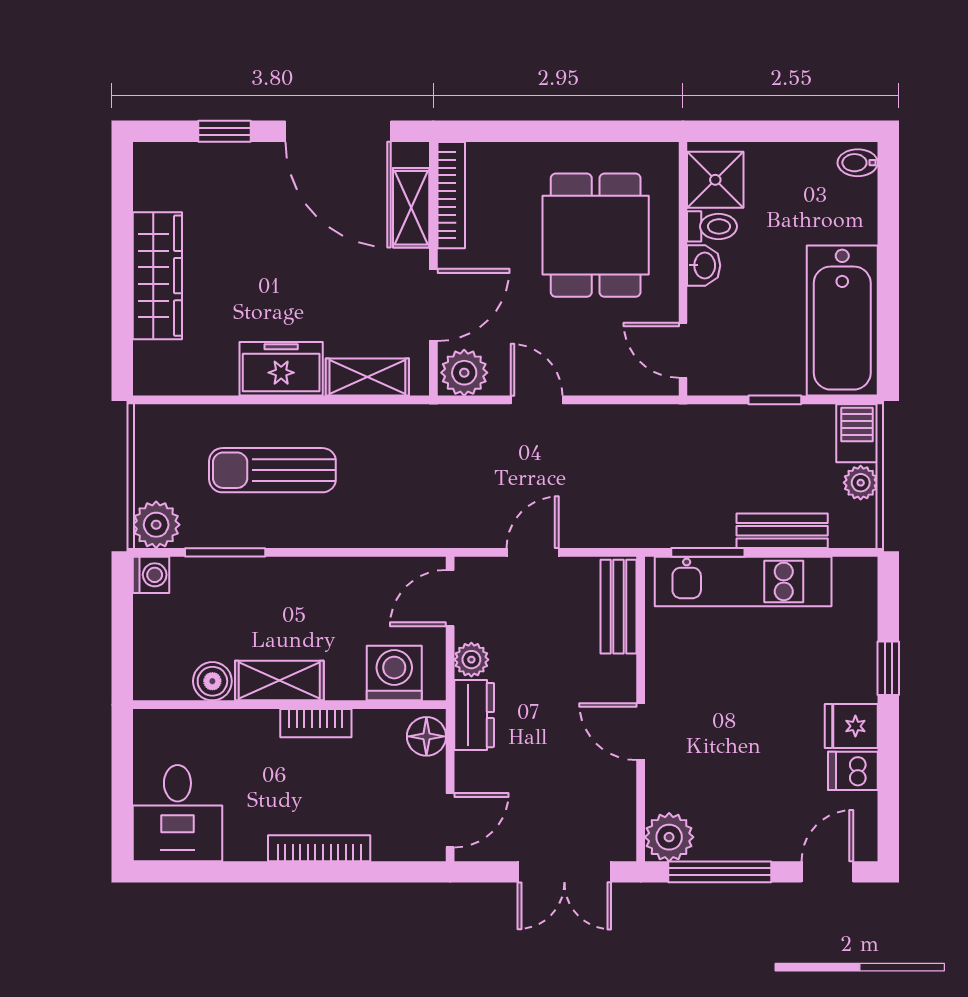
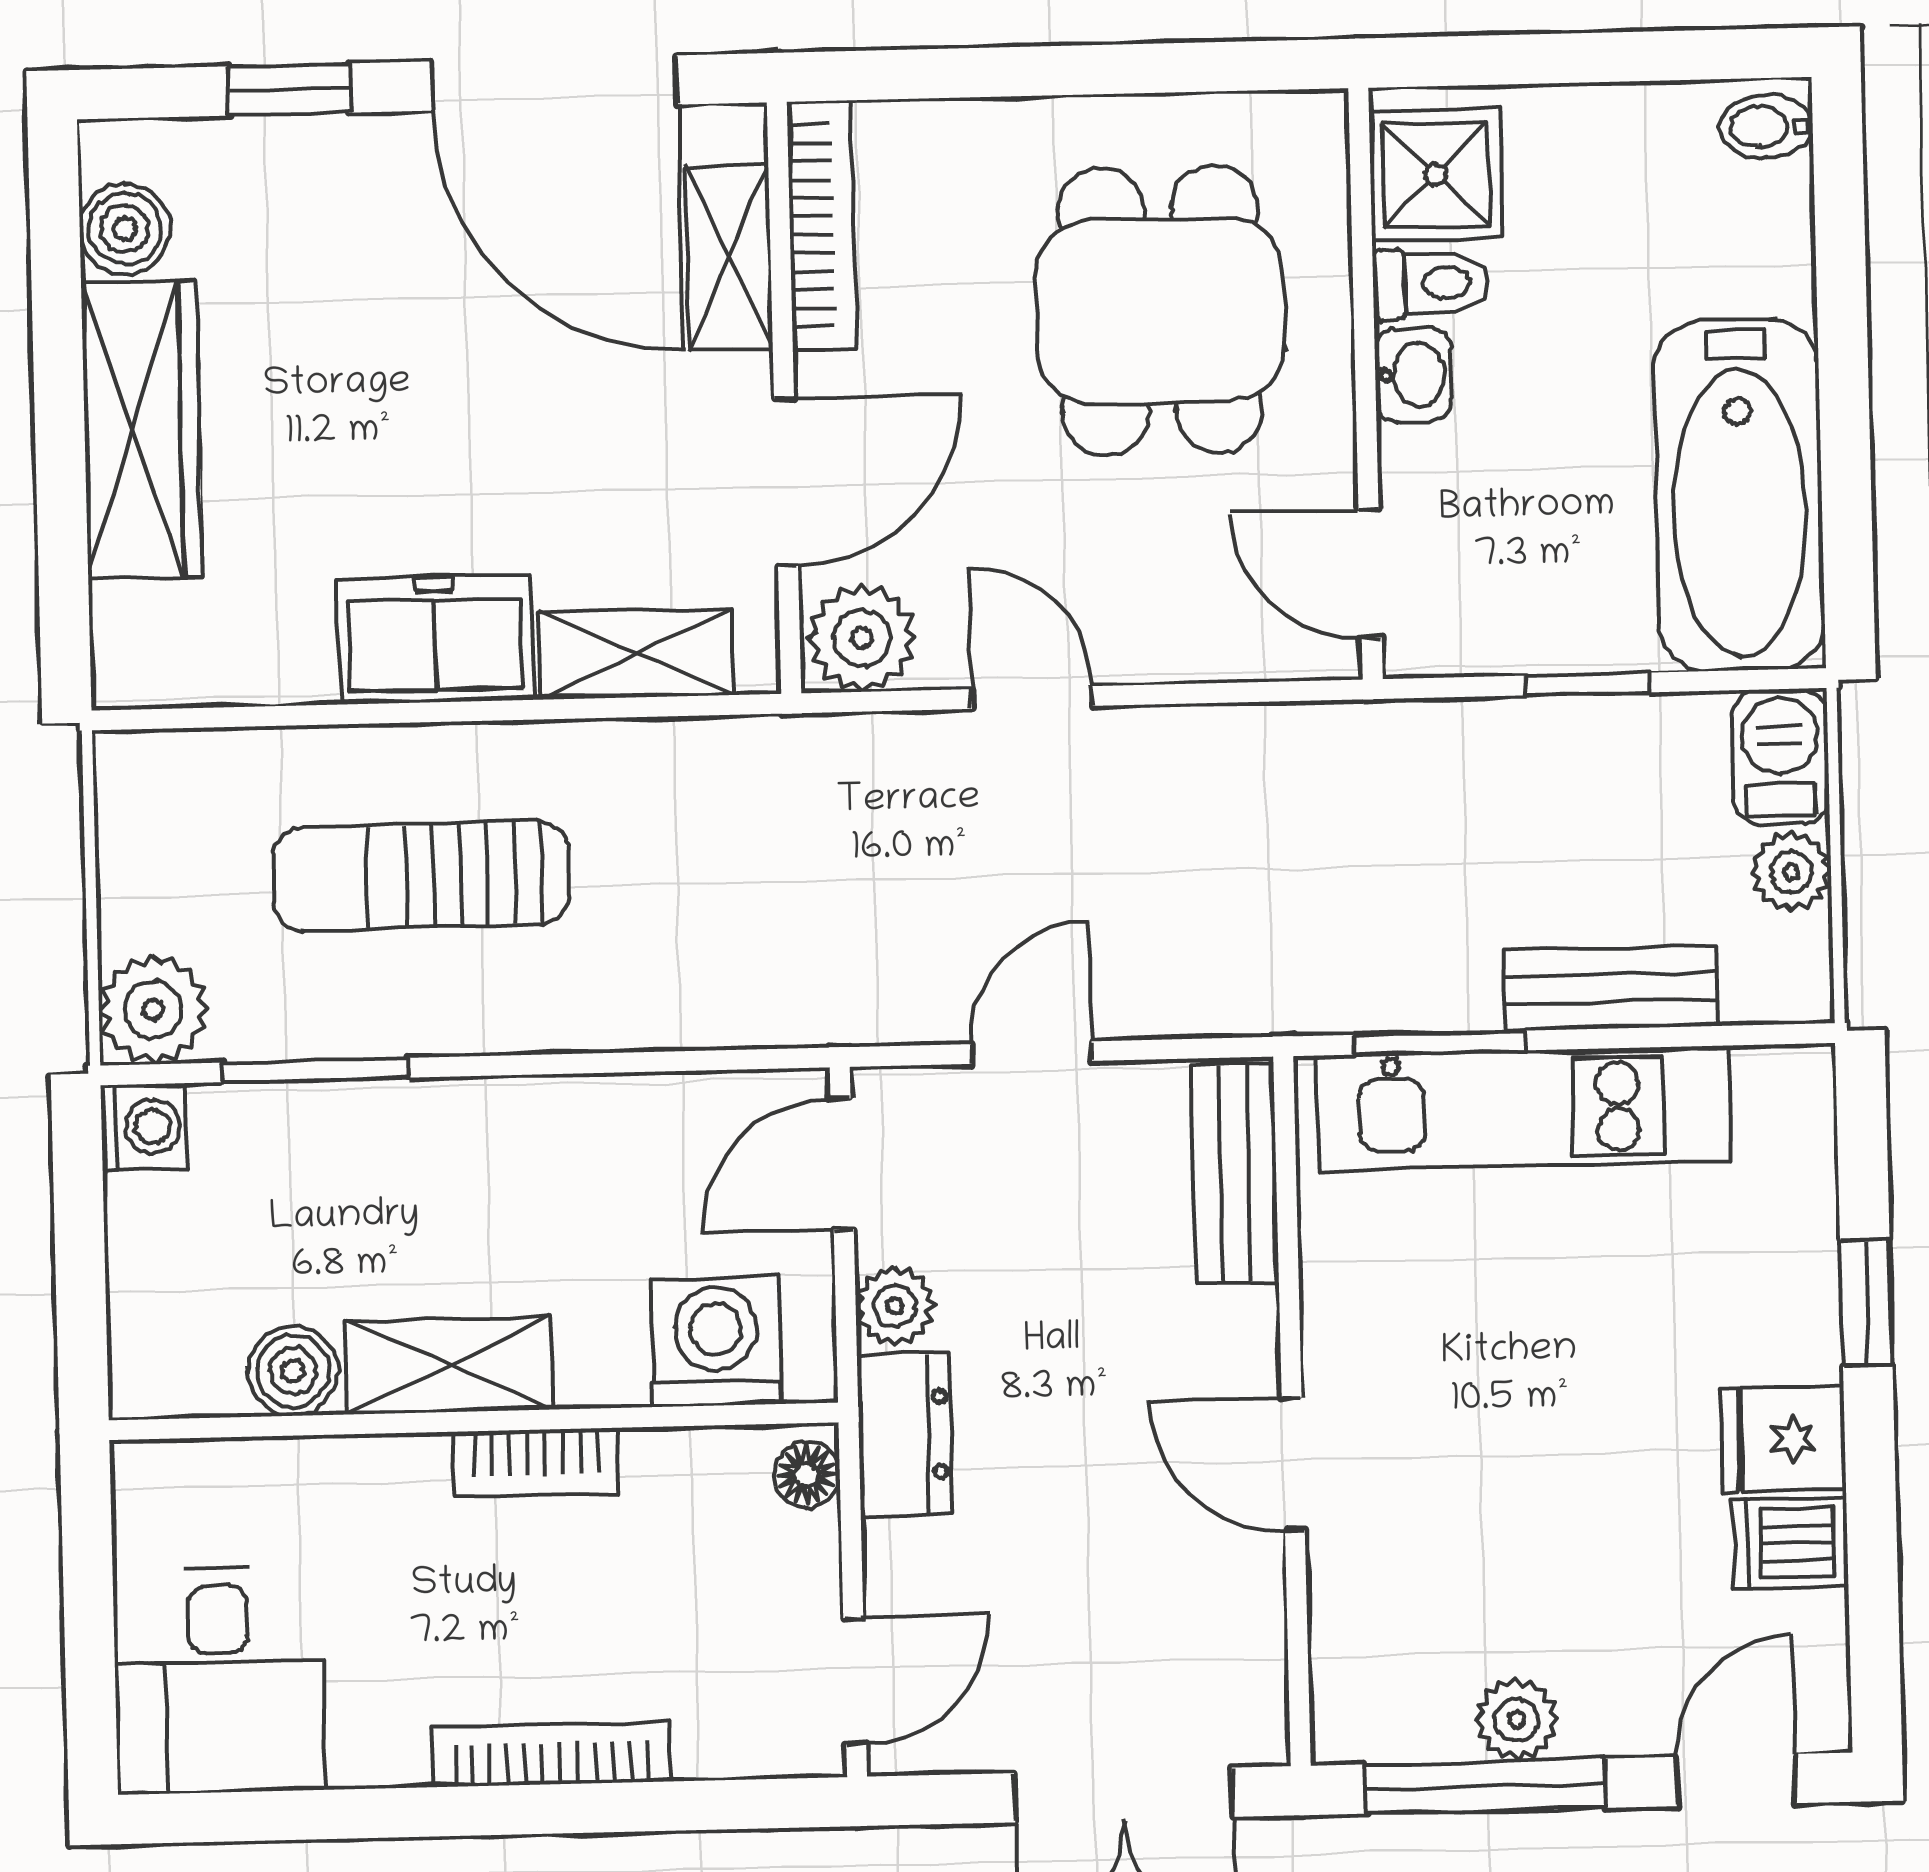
boiler: (152, 189) -> (125, 229), added
floor lamp: (426, 736) -> (807, 1475), width x0.73, depth x0.73
plant: (669, 837) -> (1517, 1720), moved, width x0.73, depth x0.73

